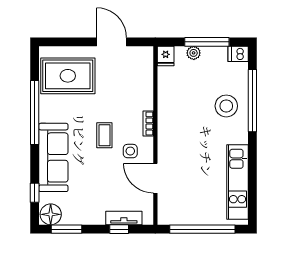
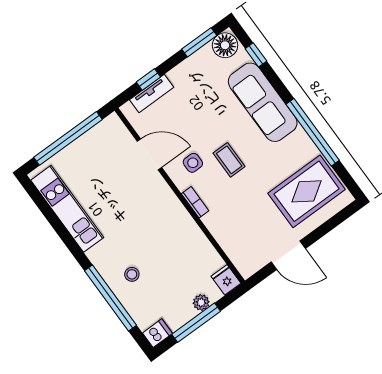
stool: (226, 106) -> (132, 274), width x0.53, depth x0.53

